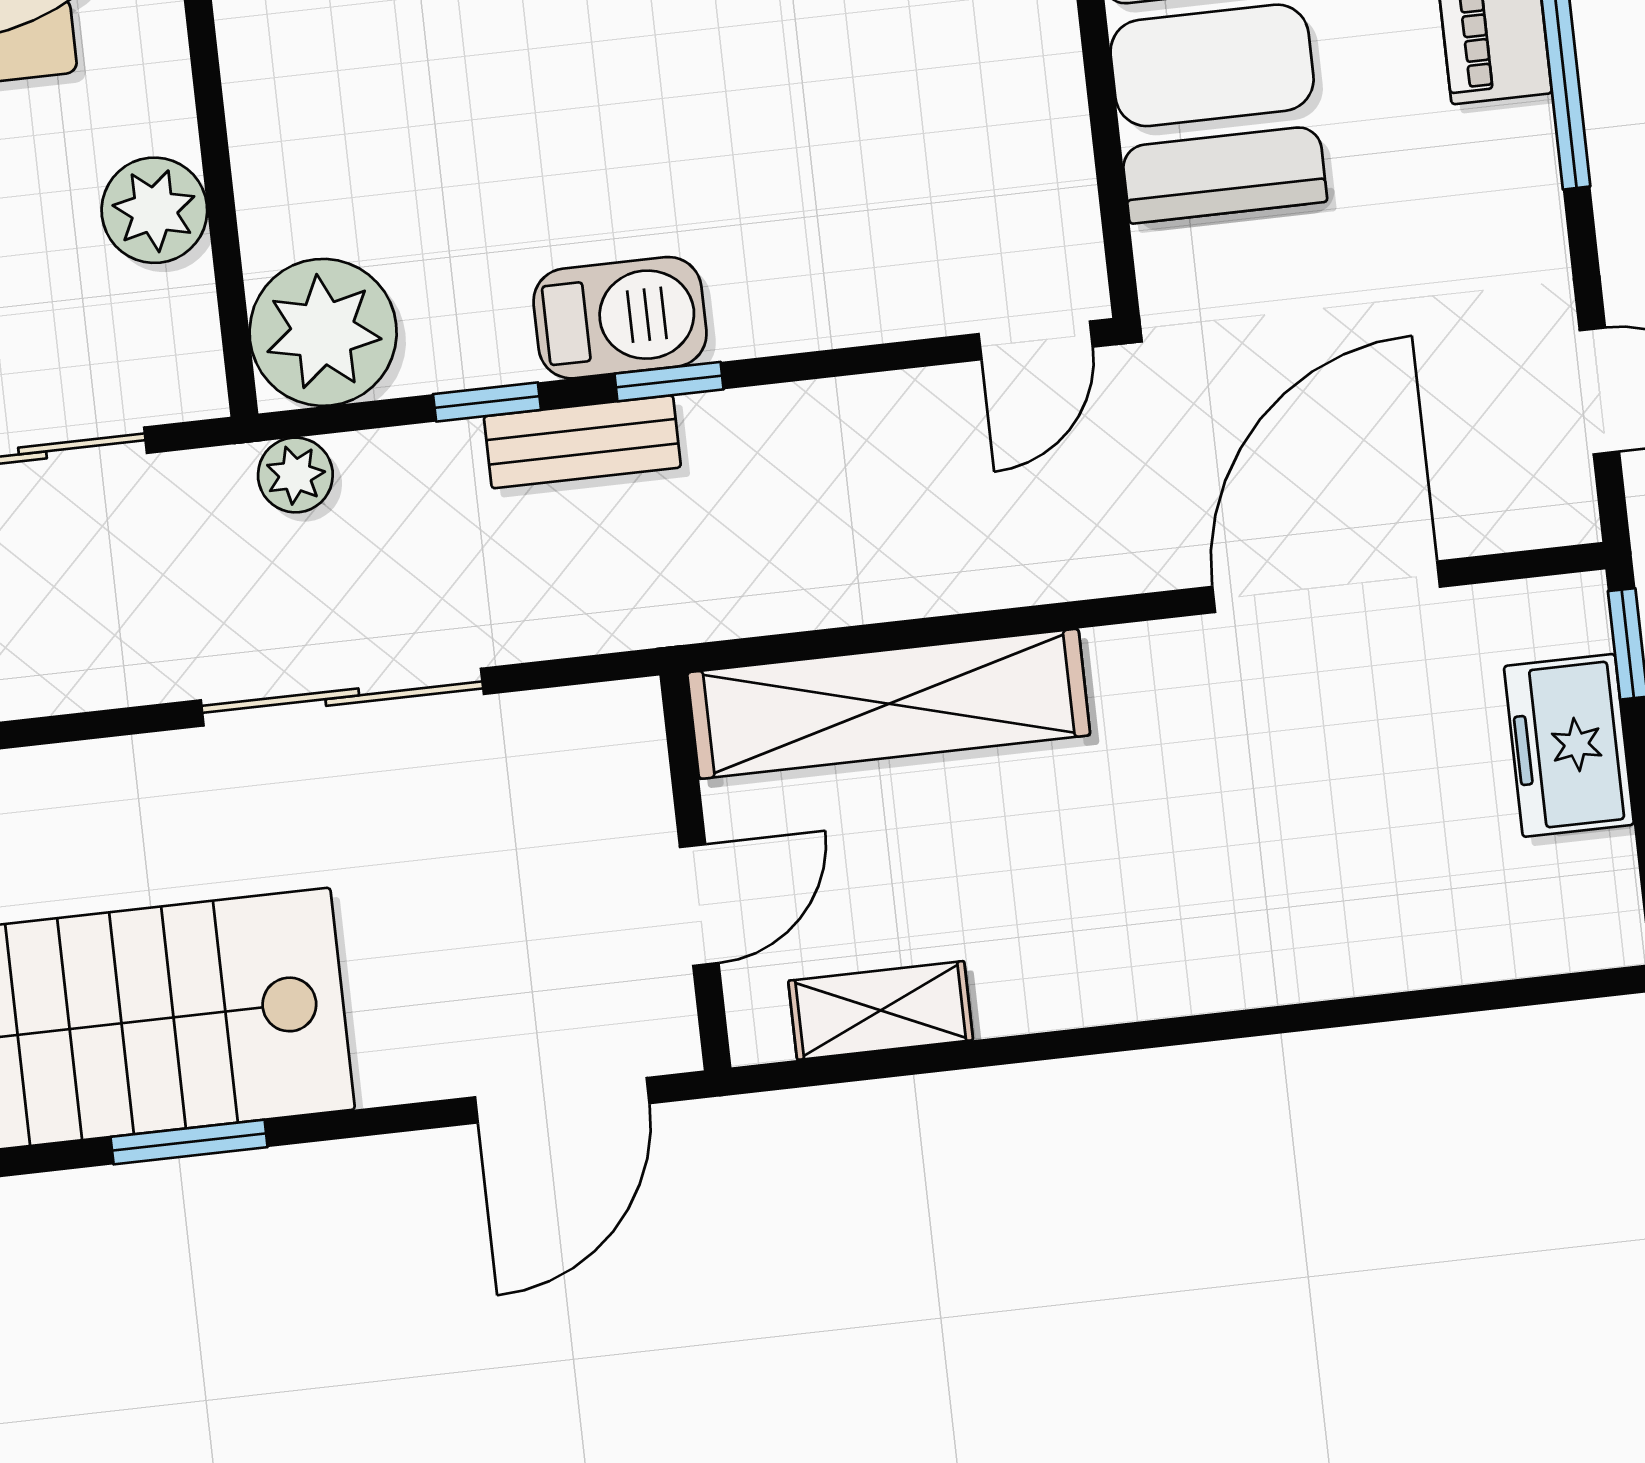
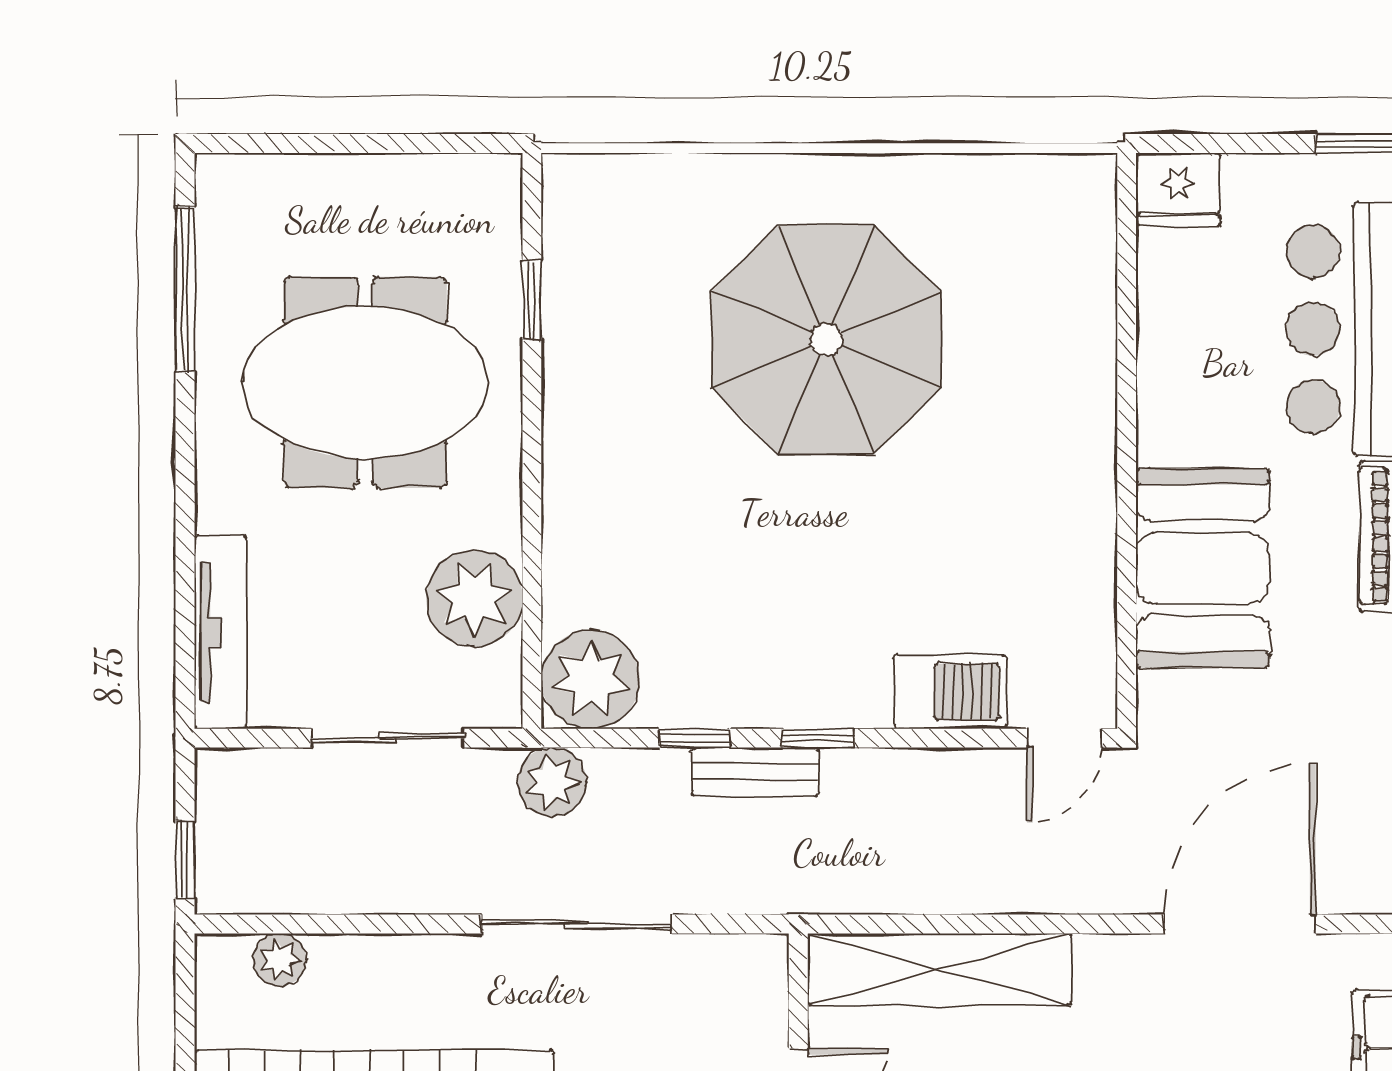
plant: (154, 210) -> (474, 598), width x1.36, depth x1.36
barbecue: (620, 318) -> (950, 692), moved
plant: (295, 475) -> (552, 782), width x1.38, depth x1.38

